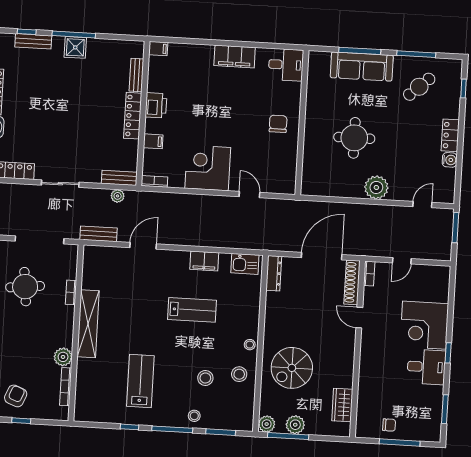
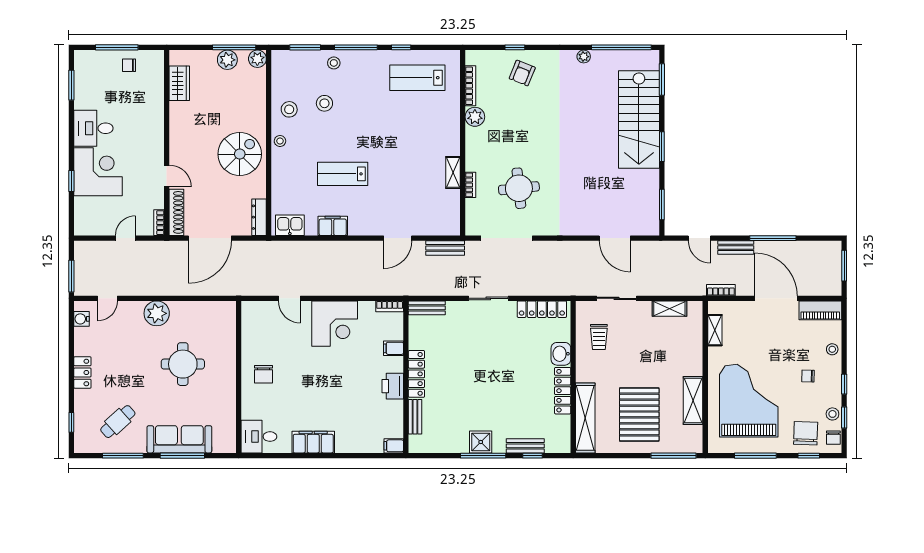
water cooler: (450, 160) -> (81, 319), moved
plant: (118, 196) -> (427, 289), removed
shelving: (88, 324) -> (453, 172), width x0.45, depth x0.75
window: (448, 353) -> (71, 181), moved
spiral stairs: (292, 368) -> (240, 154), moved
lab bench: (140, 381) -> (417, 78), moved, turned 90

